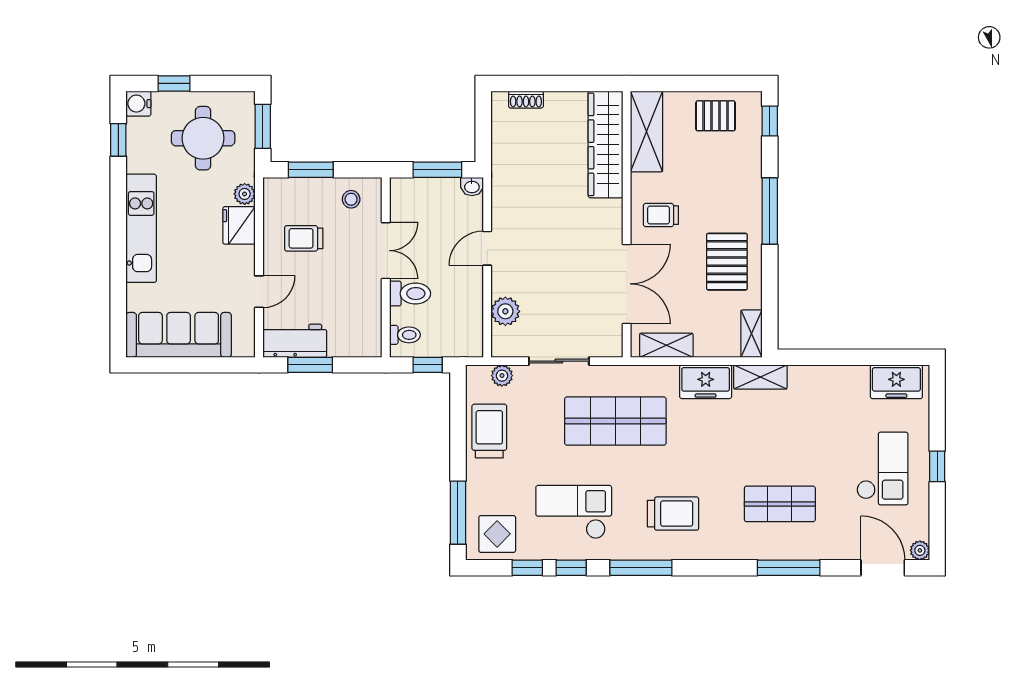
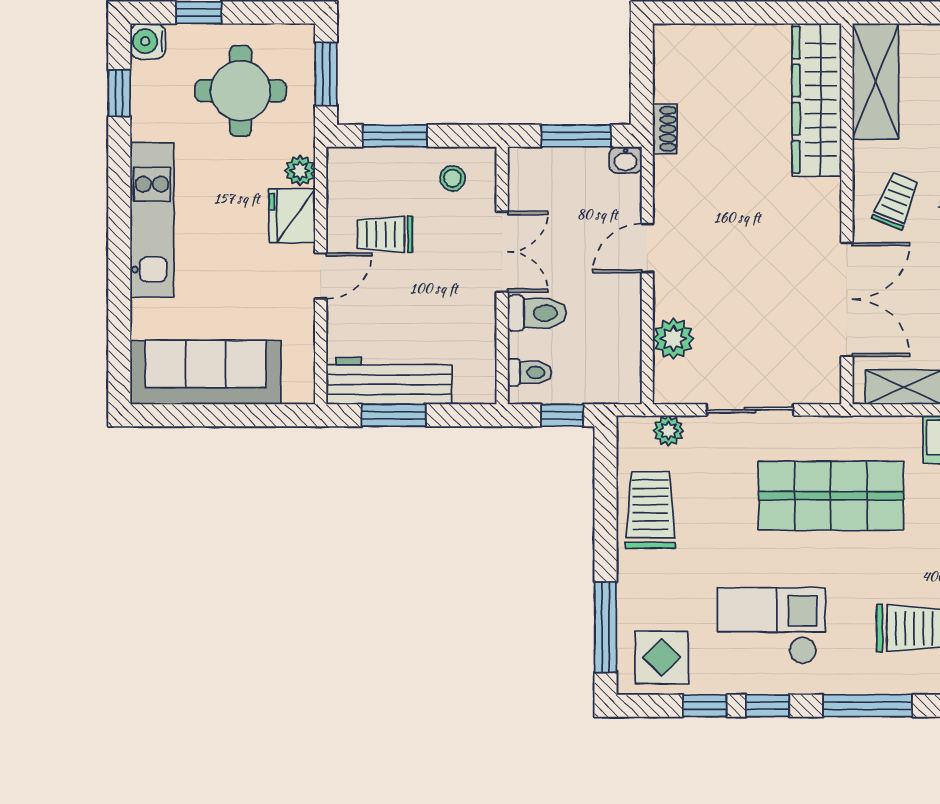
shoe rack: (526, 100) -> (665, 129), moved, turned -90
trolley: (661, 215) -> (896, 201), turned 112
door: (259, 292) -> (321, 276), moved
workbench: (295, 341) -> (389, 381), width x1.38

